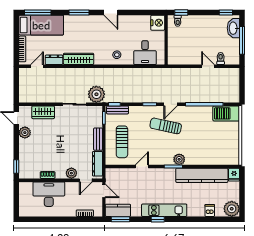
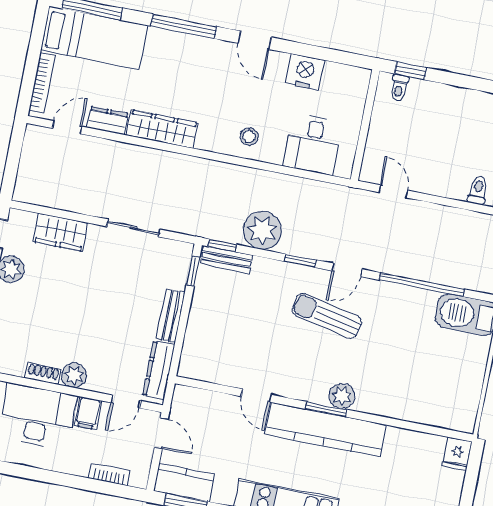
window: (79, 12) -> (184, 26), width x1.44
nightstand: (158, 23) -> (305, 72), moved, turned -90
door: (208, 66) -> (393, 191), moved
plant: (96, 94) -> (262, 230), moved
sun lounger: (122, 142) -> (223, 332), removed
door: (142, 166) -> (256, 396), swing flipped
plant: (71, 173) -> (74, 375), moved
kitchen counter: (202, 175) -> (326, 430), moved
filing cabinet: (70, 188) -> (88, 413), added

